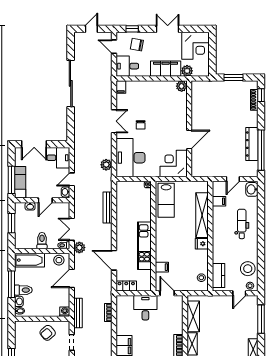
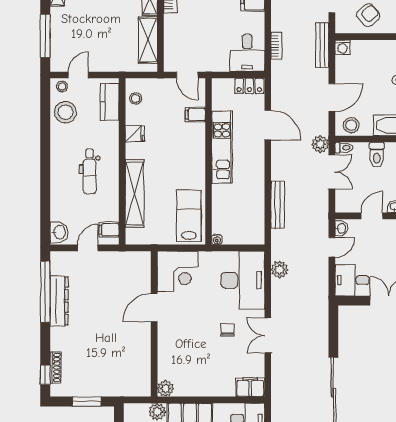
filing cabinet: (121, 87) -> (250, 387), width x2.00
filing cabinet: (219, 201) -> (109, 230), moved
dental chair: (242, 224) -> (90, 171), moved
fridge: (202, 244) -> (135, 134), moved
desk: (145, 308) -> (247, 53), moved

